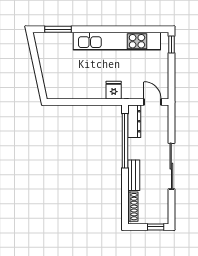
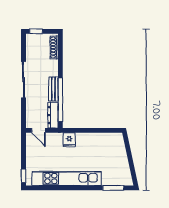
bench: (134, 175) -> (53, 89), moved

